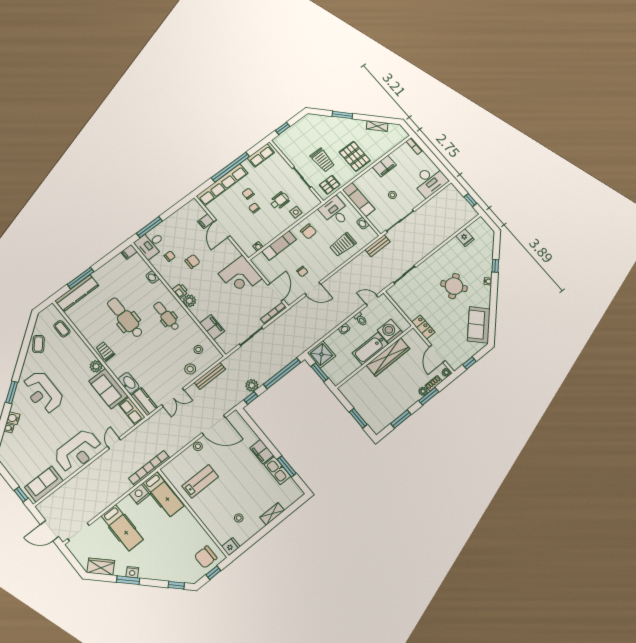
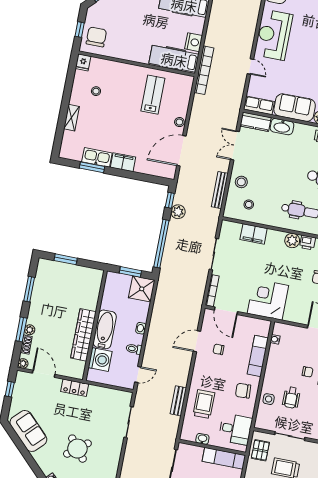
bench: (378, 246) -> (178, 401), moved
lab bench: (200, 481) -> (153, 95), turned 180

